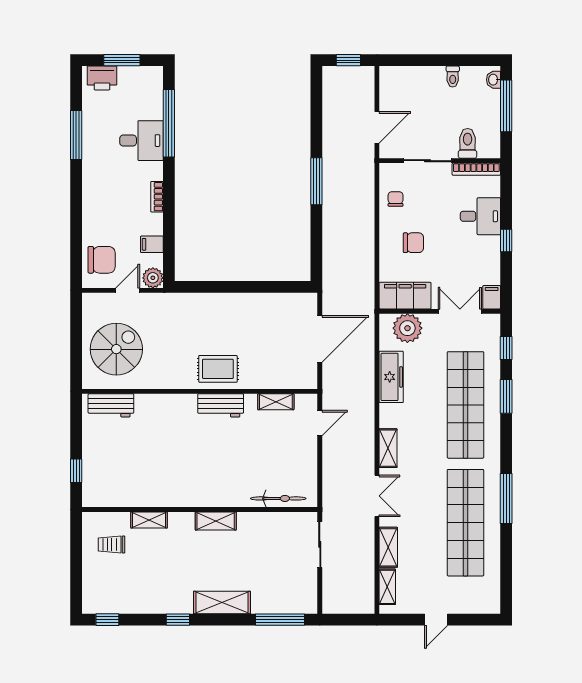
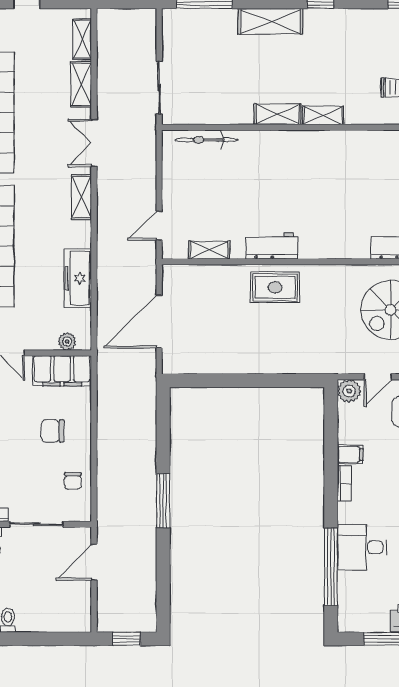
filing cabinet: (152, 244) -> (350, 455), moved
plant: (407, 328) -> (67, 341), width x0.53, depth x0.53
shelving: (149, 520) -> (323, 115), moved

